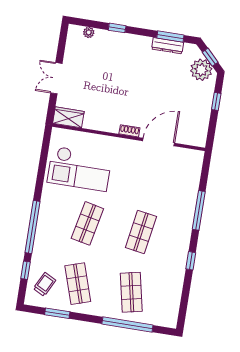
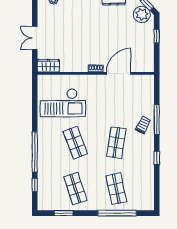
shop shelf: (87, 223) -> (75, 143), turned -33
trolley: (44, 284) -> (143, 125), moved

